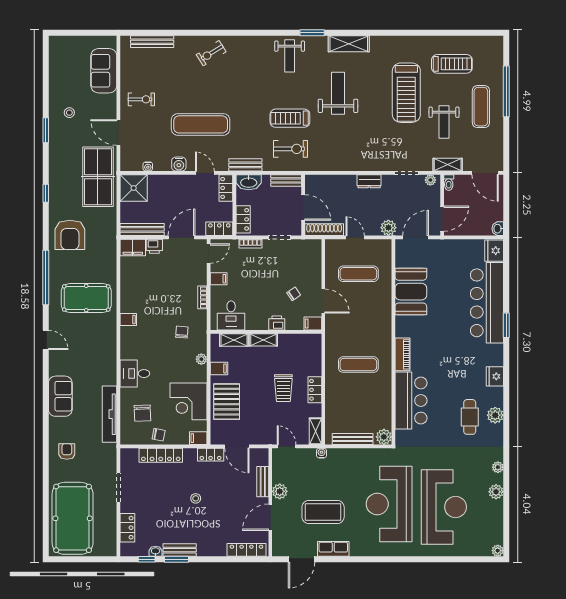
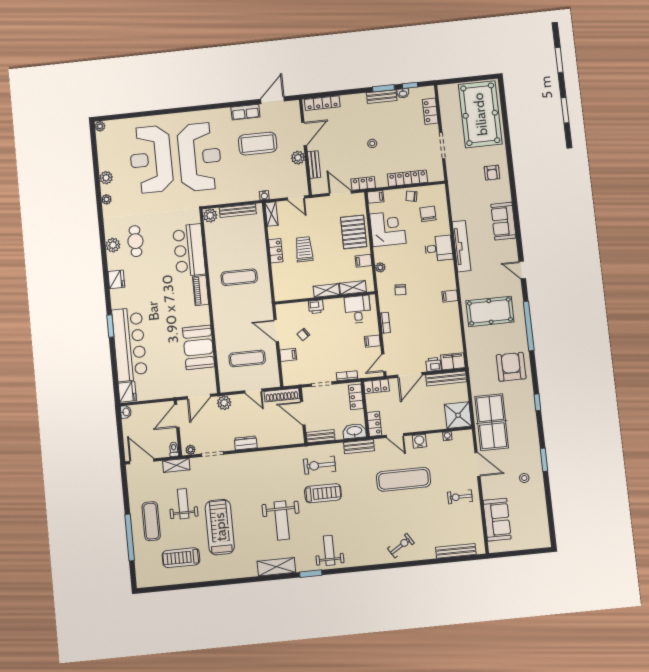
filing cabinet: (313, 324) -> (288, 355), moved
tv unit: (110, 414) -> (461, 246), moved

